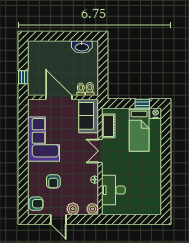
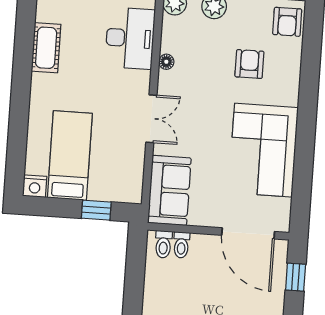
door: (59, 97) -> (248, 233), moved
window: (142, 104) -> (96, 210), moved
cot: (108, 126) -> (46, 48), moved
armchair: (36, 204) -> (287, 22), turned -90

